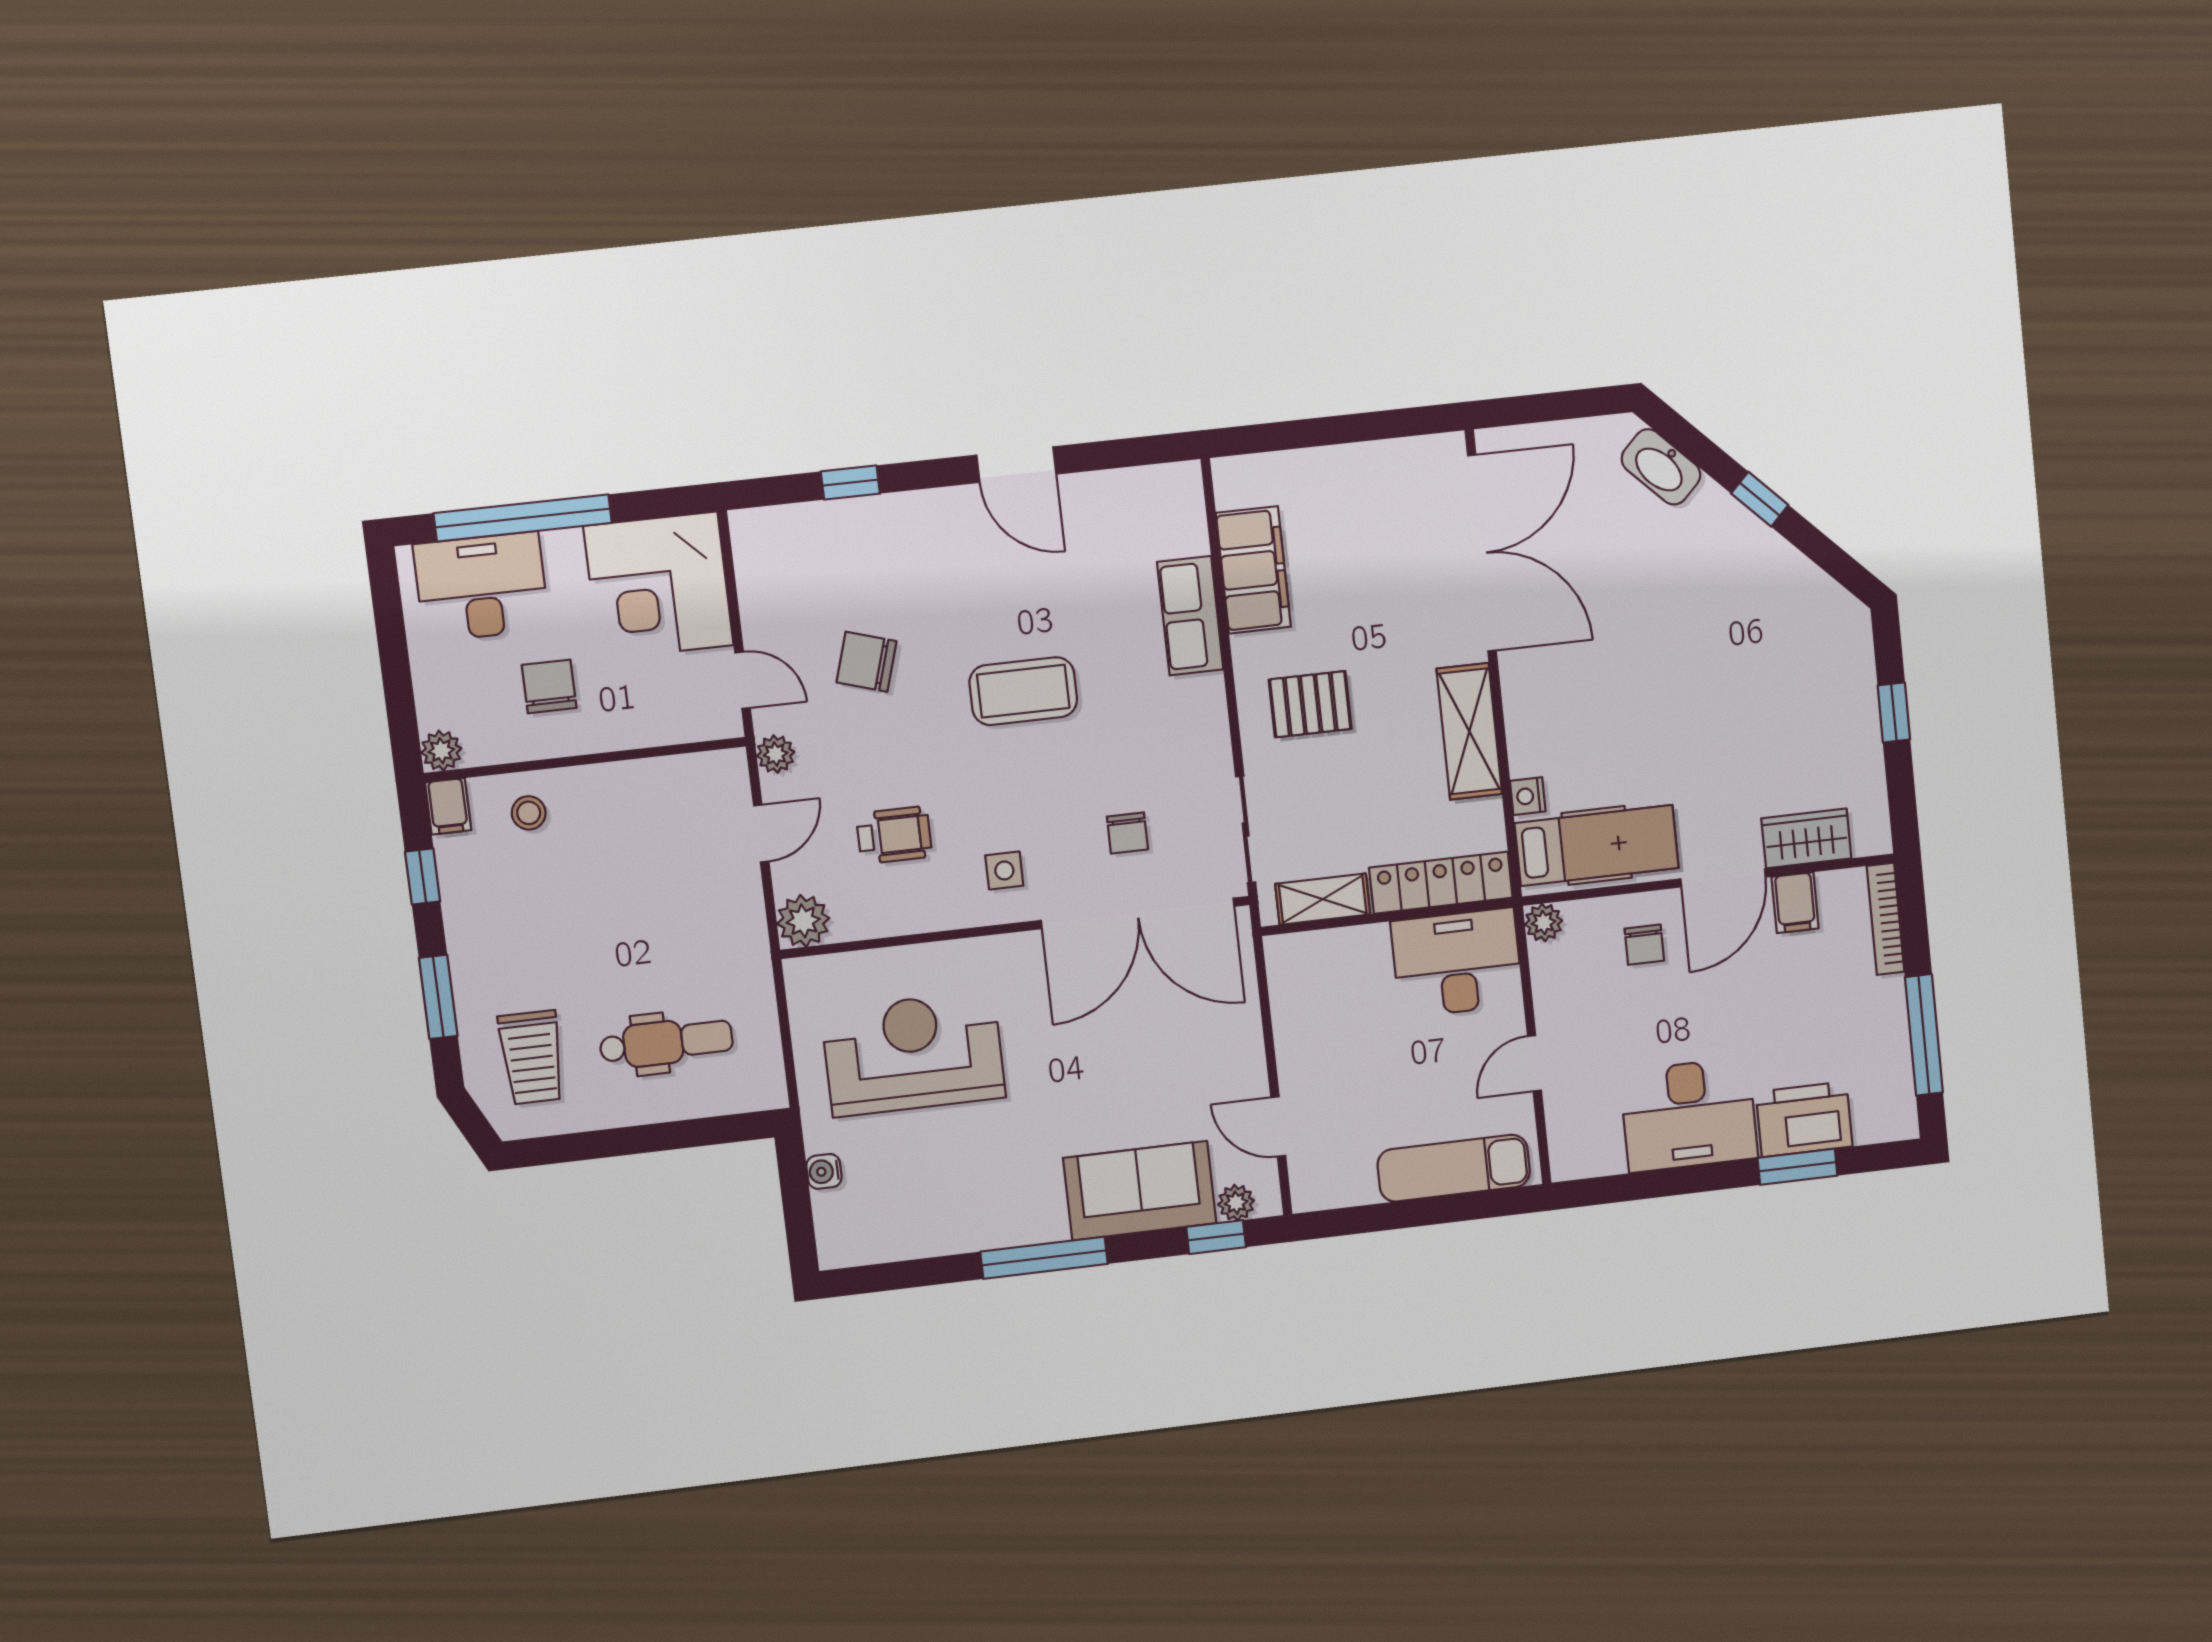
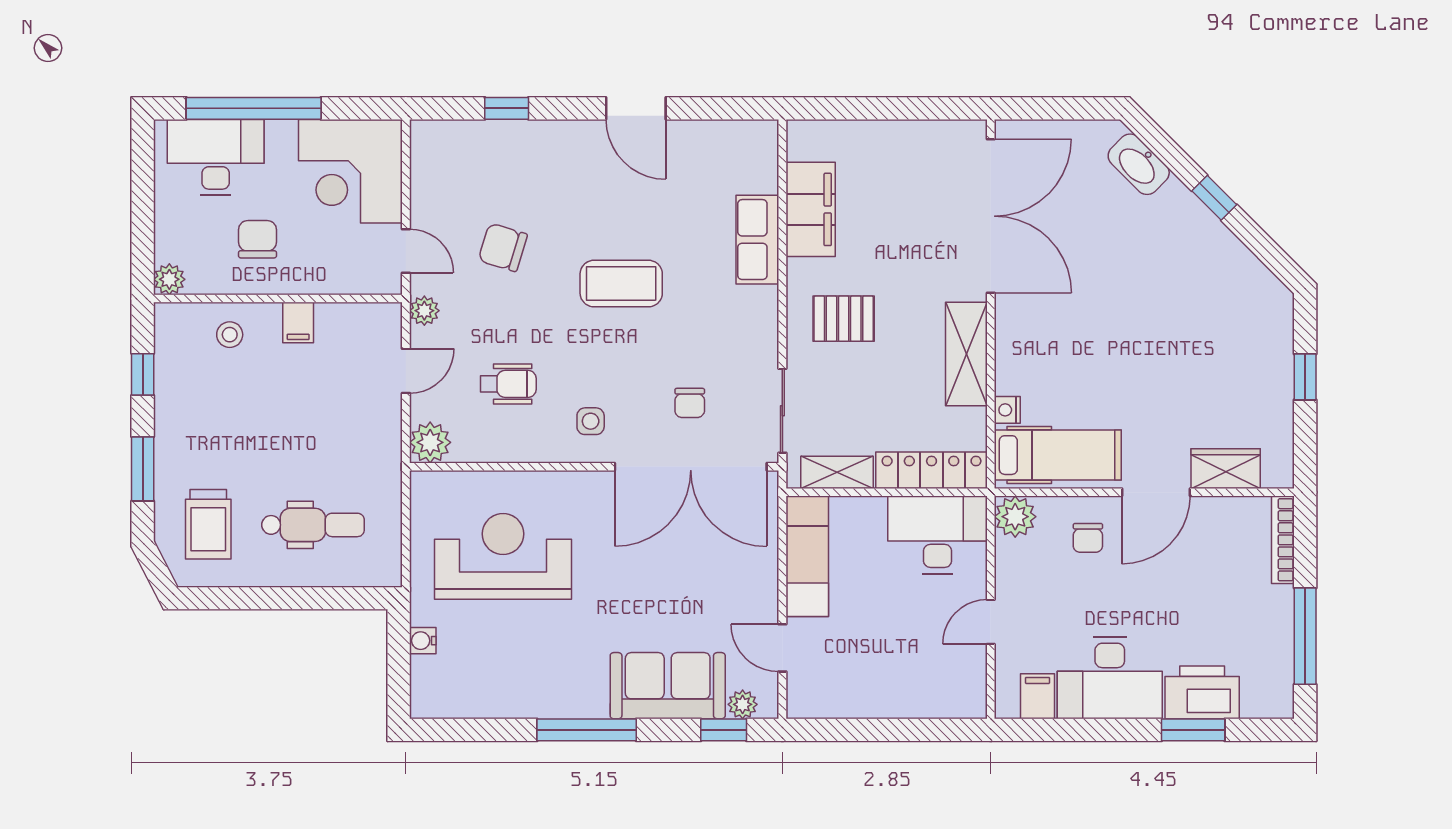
filing cabinet: (448, 806) -> (298, 323), moved
filing cabinet: (1795, 903) -> (1038, 696), moved, turned 180
plant: (1544, 923) -> (1015, 517), width x1.38, depth x1.38
exam couch: (1454, 1168) -> (807, 556), moved, turned 90

